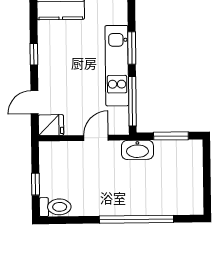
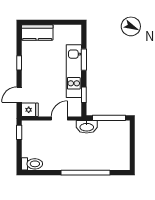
window: (132, 101) -> (84, 95), width x0.46
window: (171, 136) -> (109, 118), width x1.44
window: (35, 184) -> (19, 132), moved

